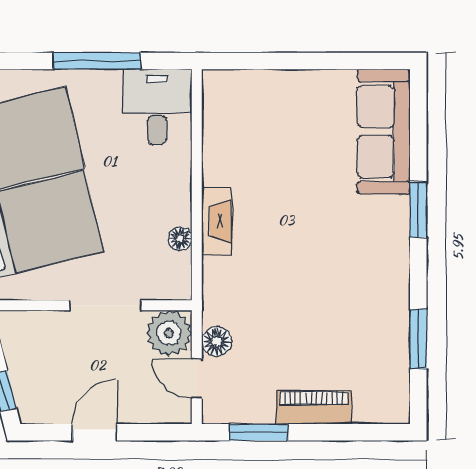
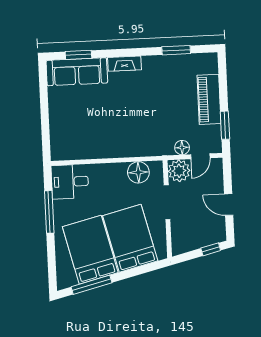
window: (418, 210) -> (78, 55), moved
fireplace: (216, 221) -> (124, 64), moved, turned 180
floor lamp: (180, 239) -> (138, 172), width x1.89, depth x1.89
piano: (314, 407) -> (209, 99), width x1.37, depth x1.33

